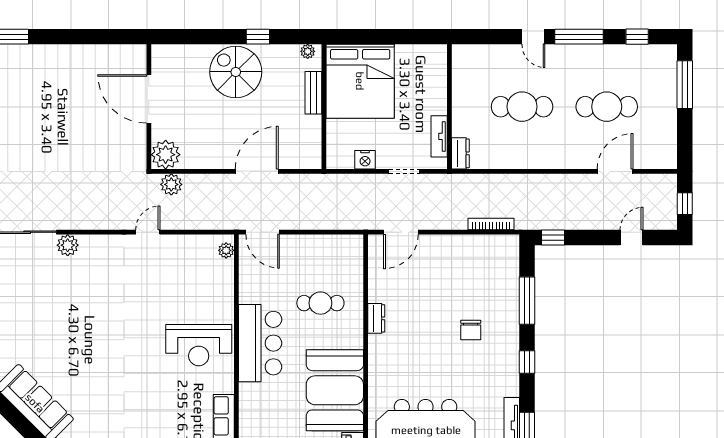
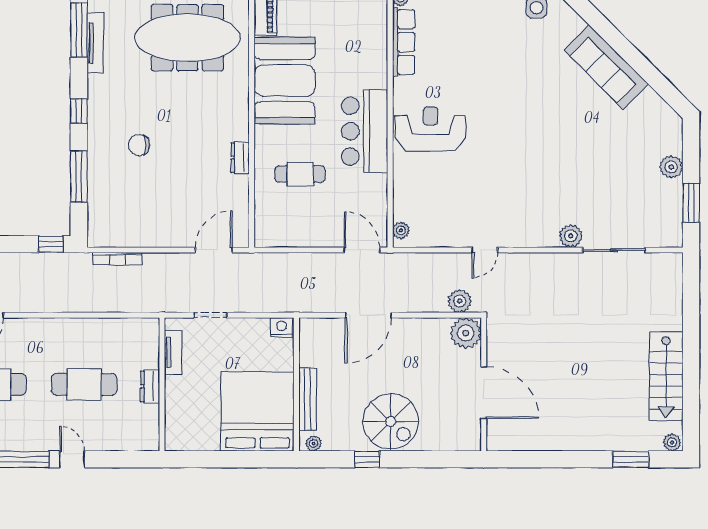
bench: (313, 93) -> (308, 399), width x1.36
dresser: (460, 153) -> (150, 386), moved
nightstand: (365, 160) -> (281, 328), moved
chair: (471, 330) -> (139, 145), turned -90

